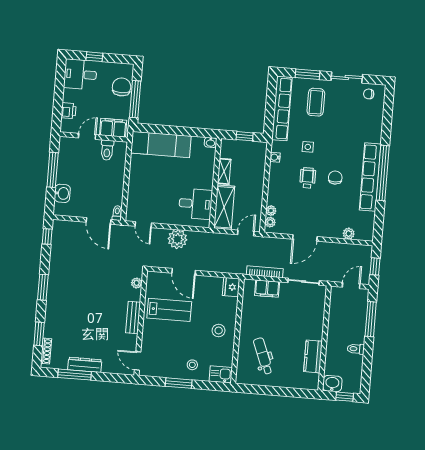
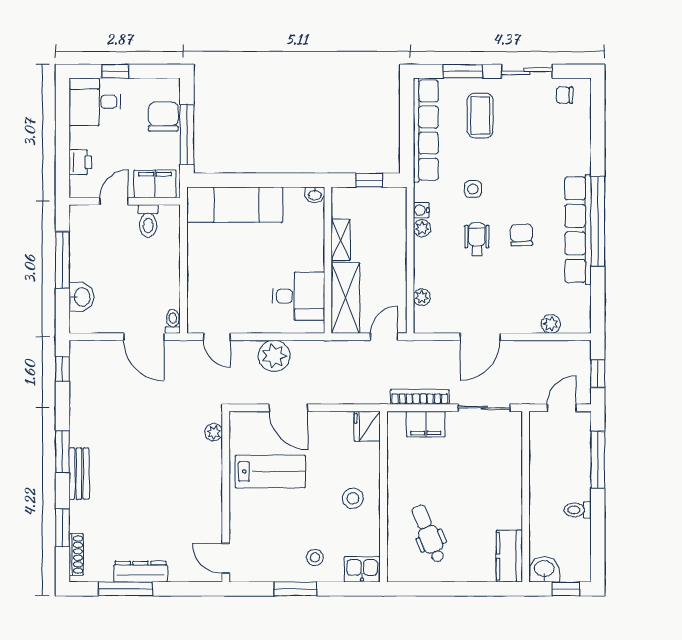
plant: (270, 222) -> (422, 228), moved
bench: (133, 318) -> (79, 474), moved
kitchen counter: (313, 356) -> (509, 556), moved

